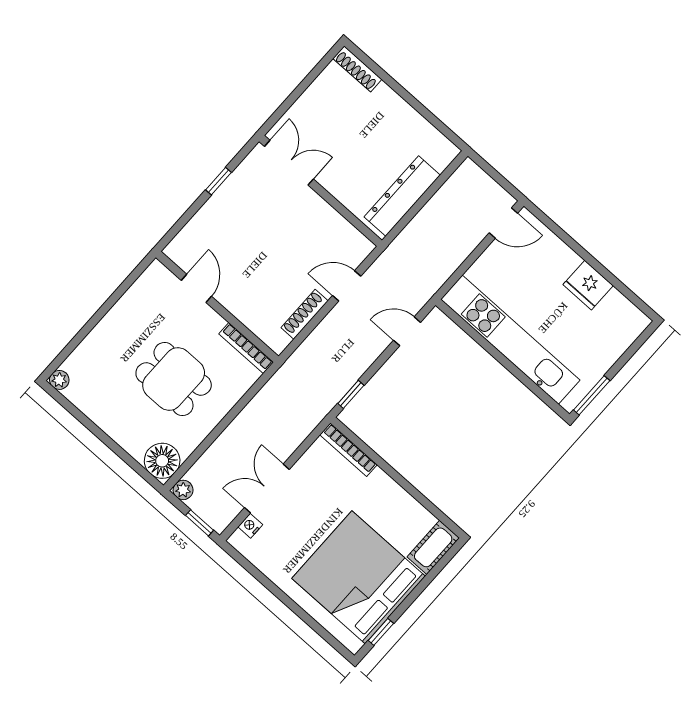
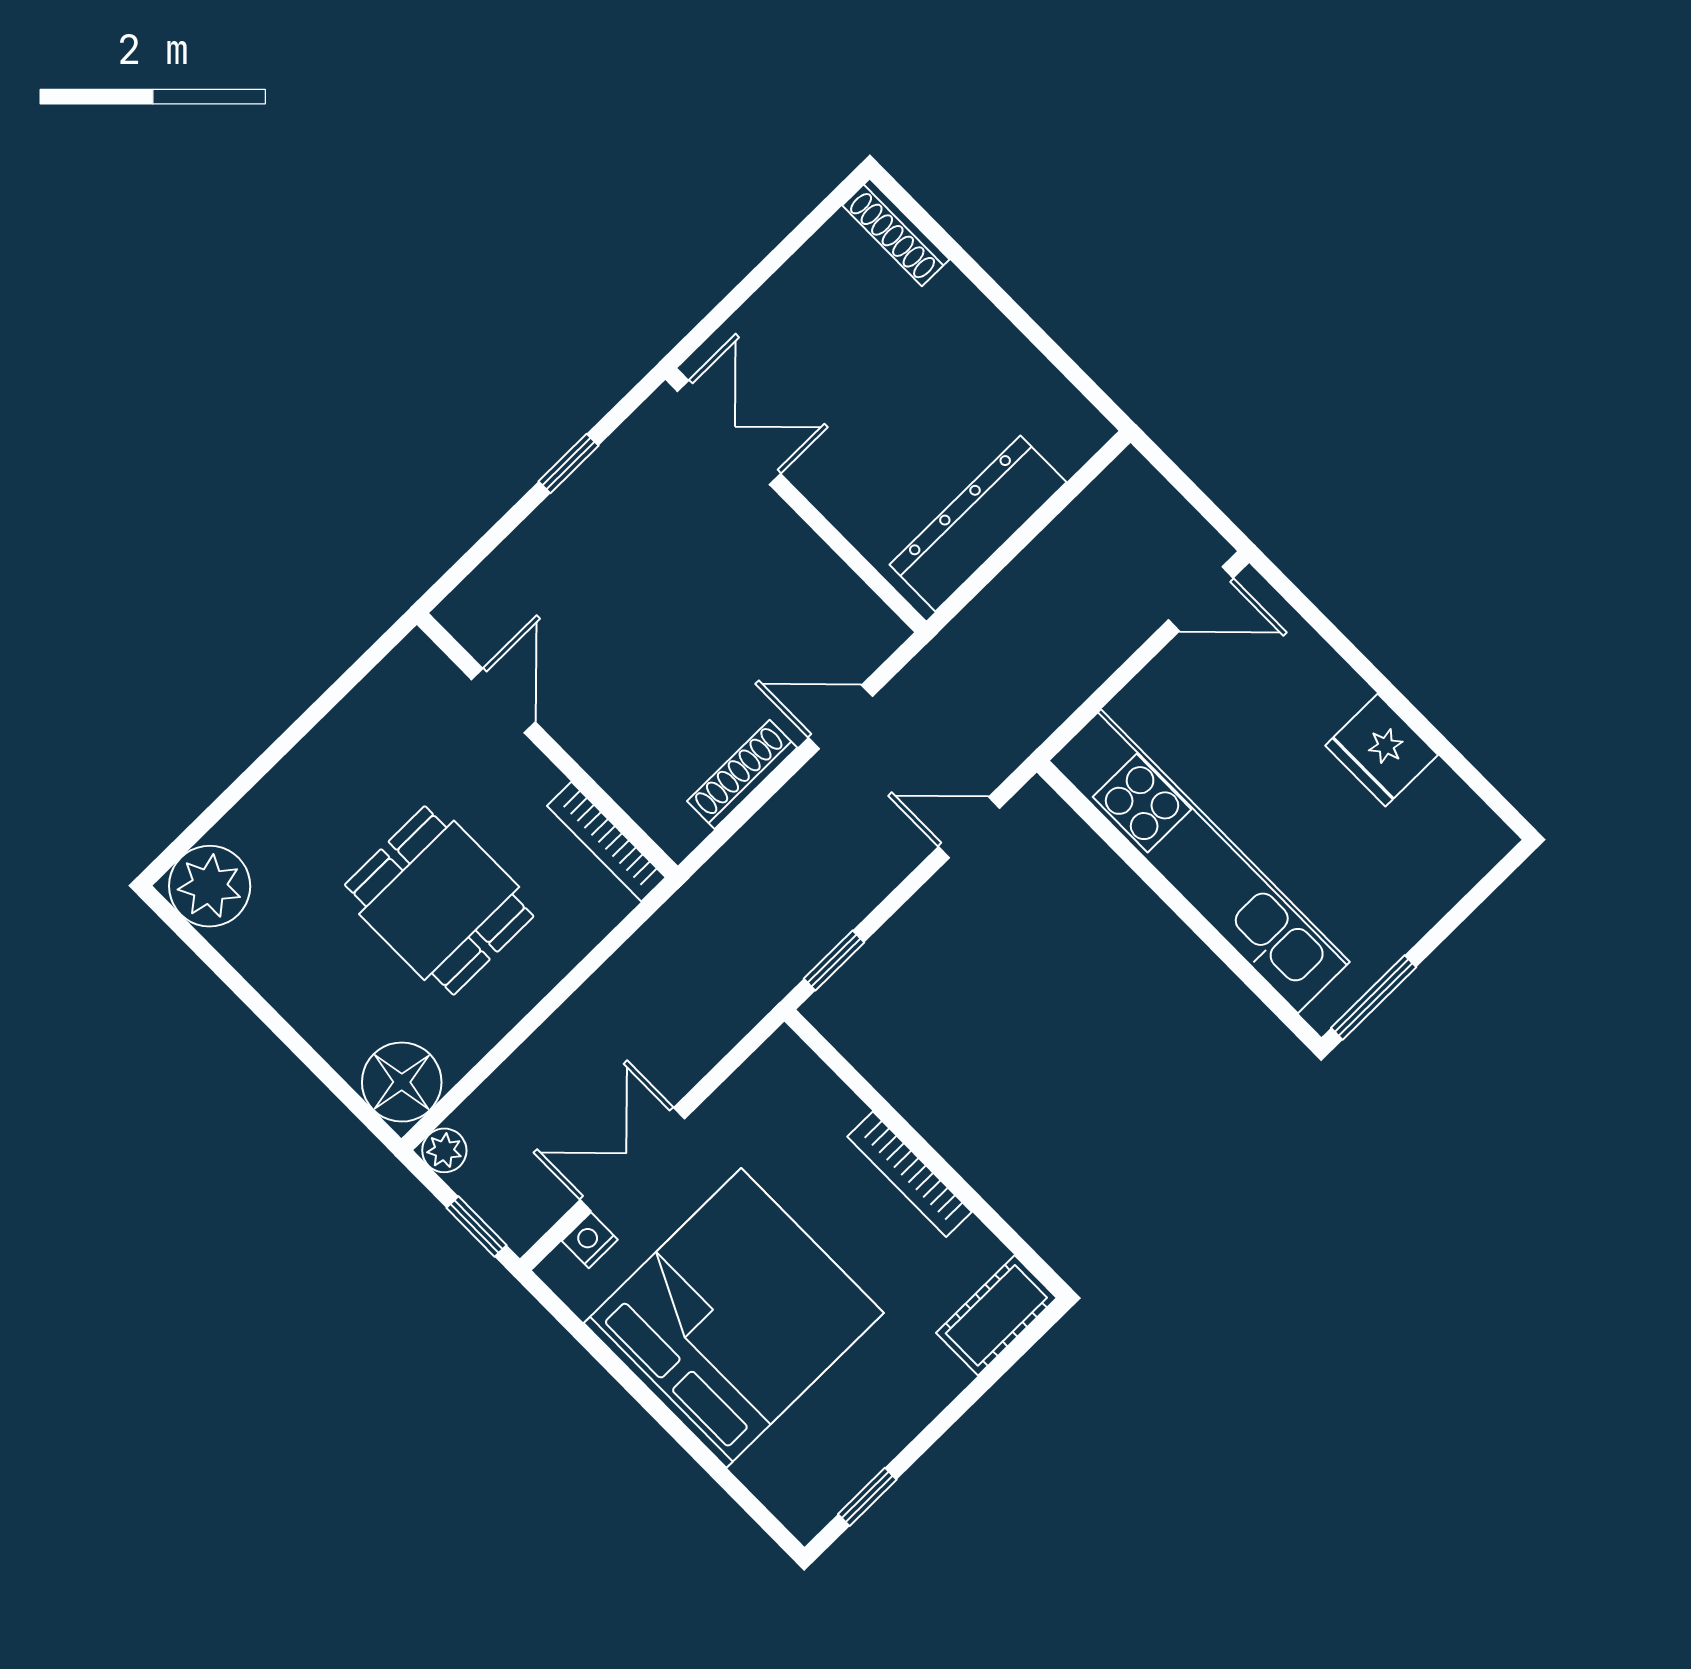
plant: (59, 380) -> (210, 886), width x1.88, depth x1.88
bookcase: (349, 450) -> (909, 1174), moved
bed: (359, 577) -> (734, 1318), moved, turned 90

